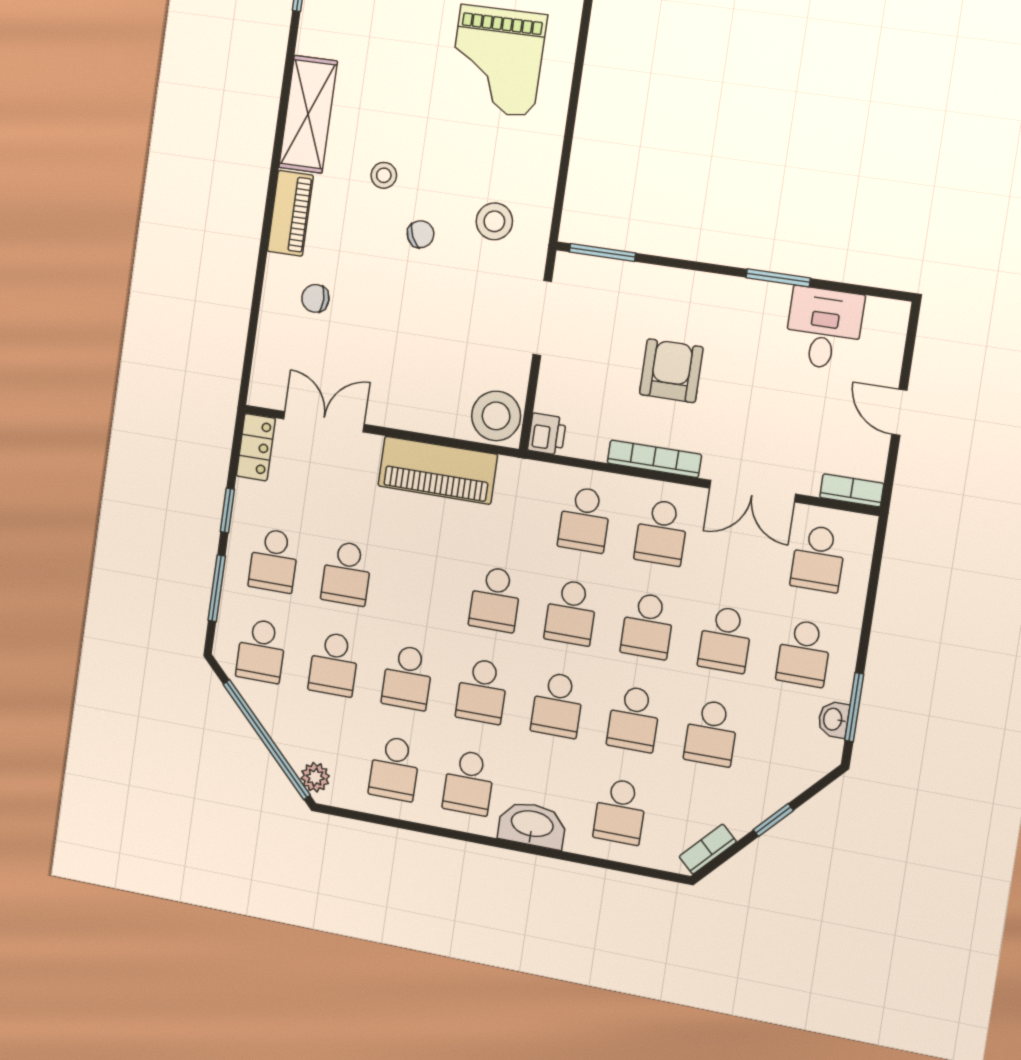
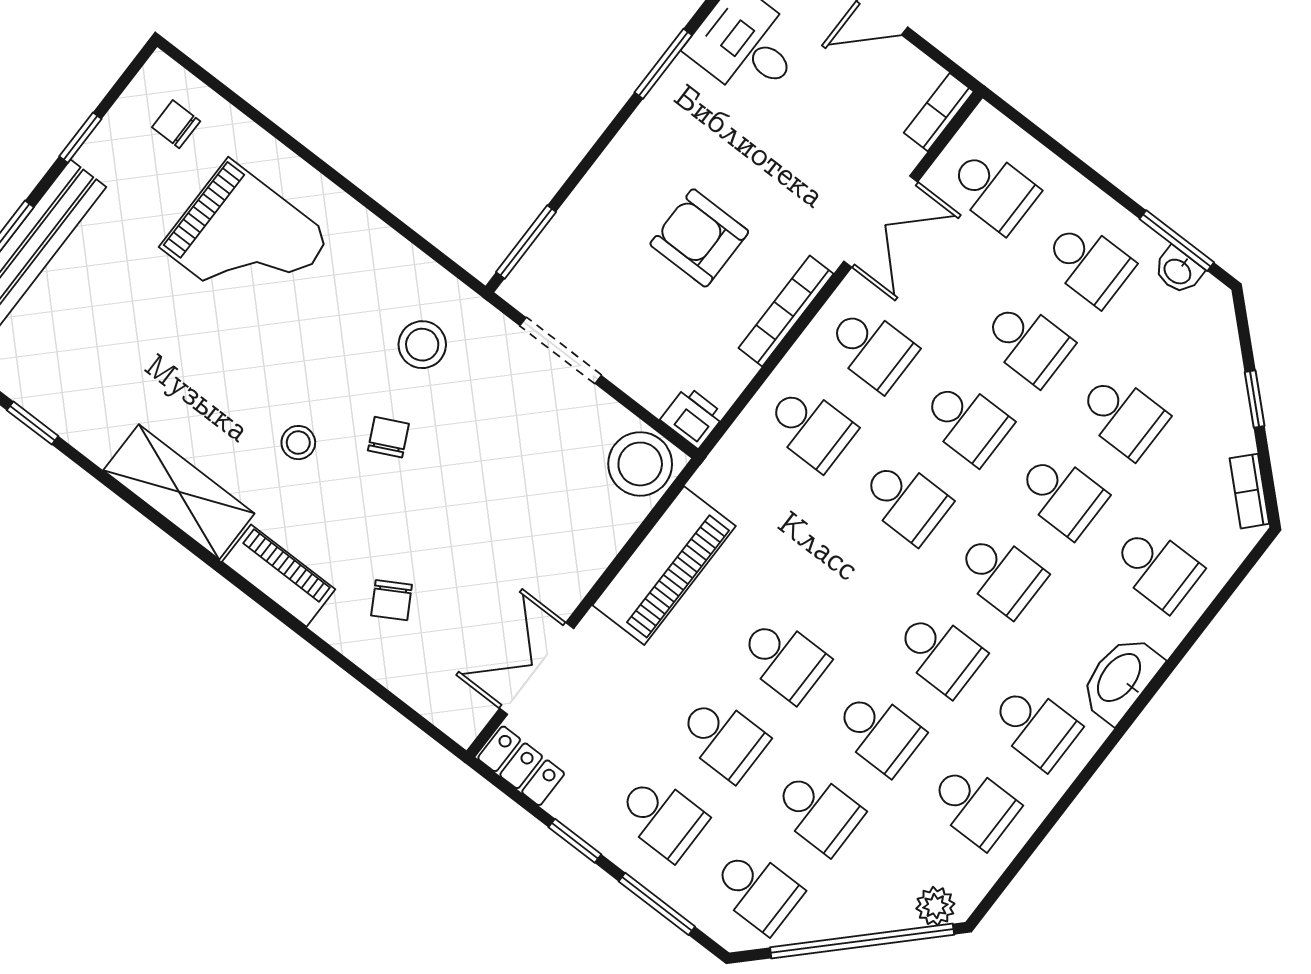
chair: (315, 298) -> (392, 600), turned -30
school desk: (495, 599) -> (784, 659), moved

